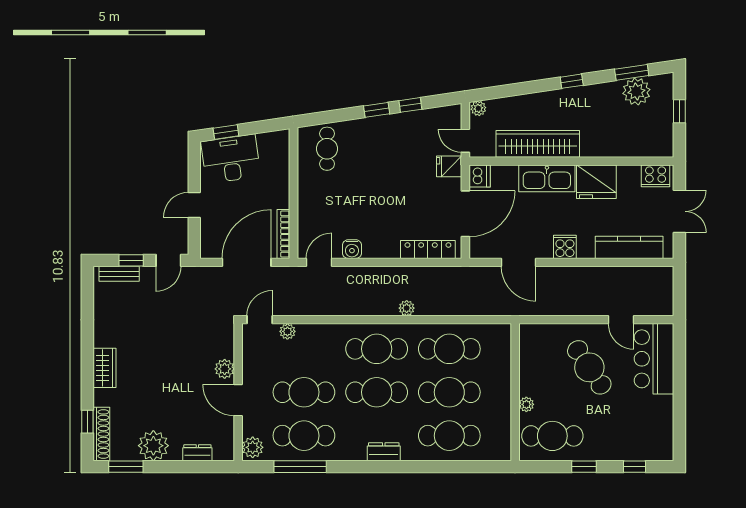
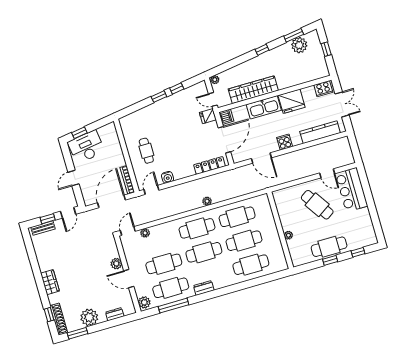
cafe table: (327, 149) -> (146, 151), moved
cafe table: (552, 436) -> (329, 247), moved
dresser: (384, 452) -> (204, 288), moved

